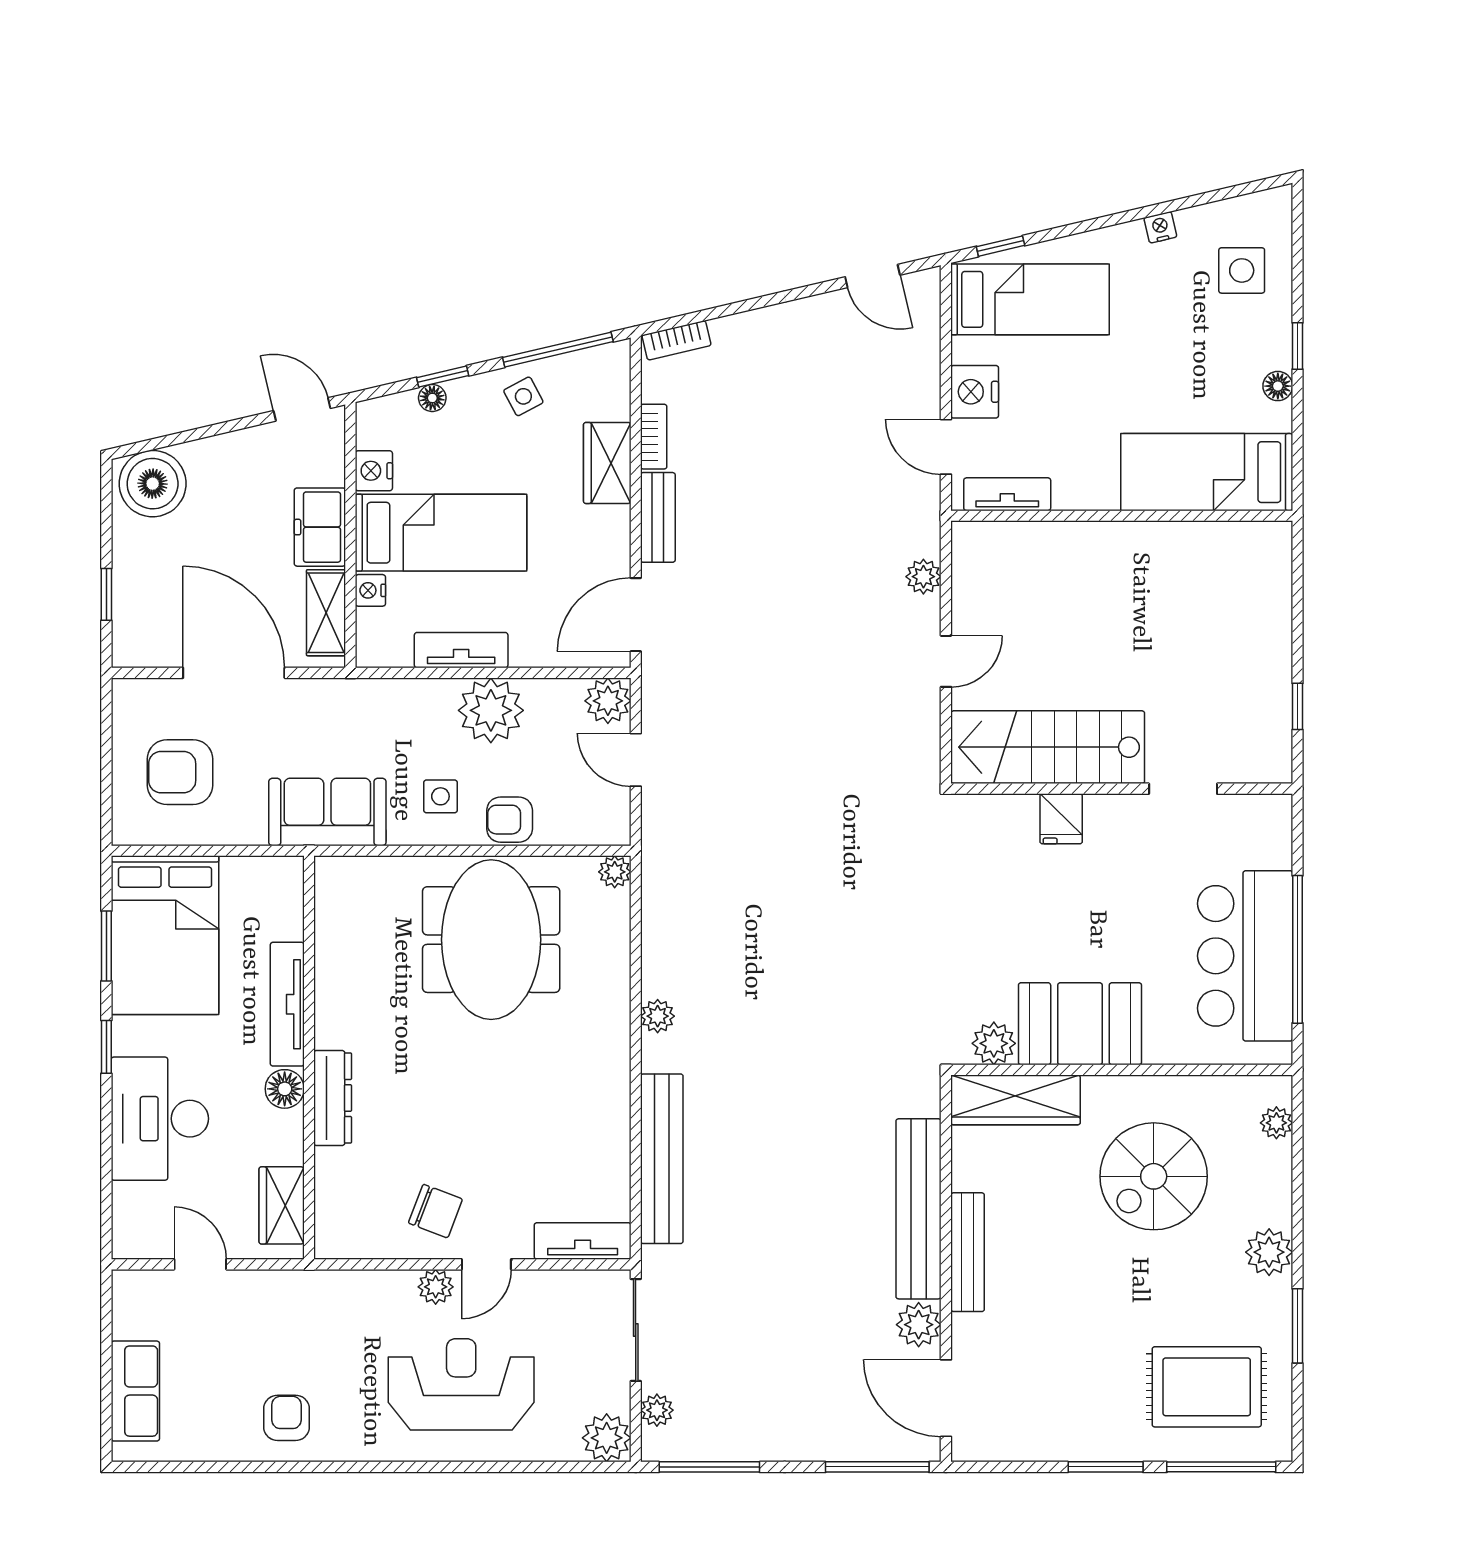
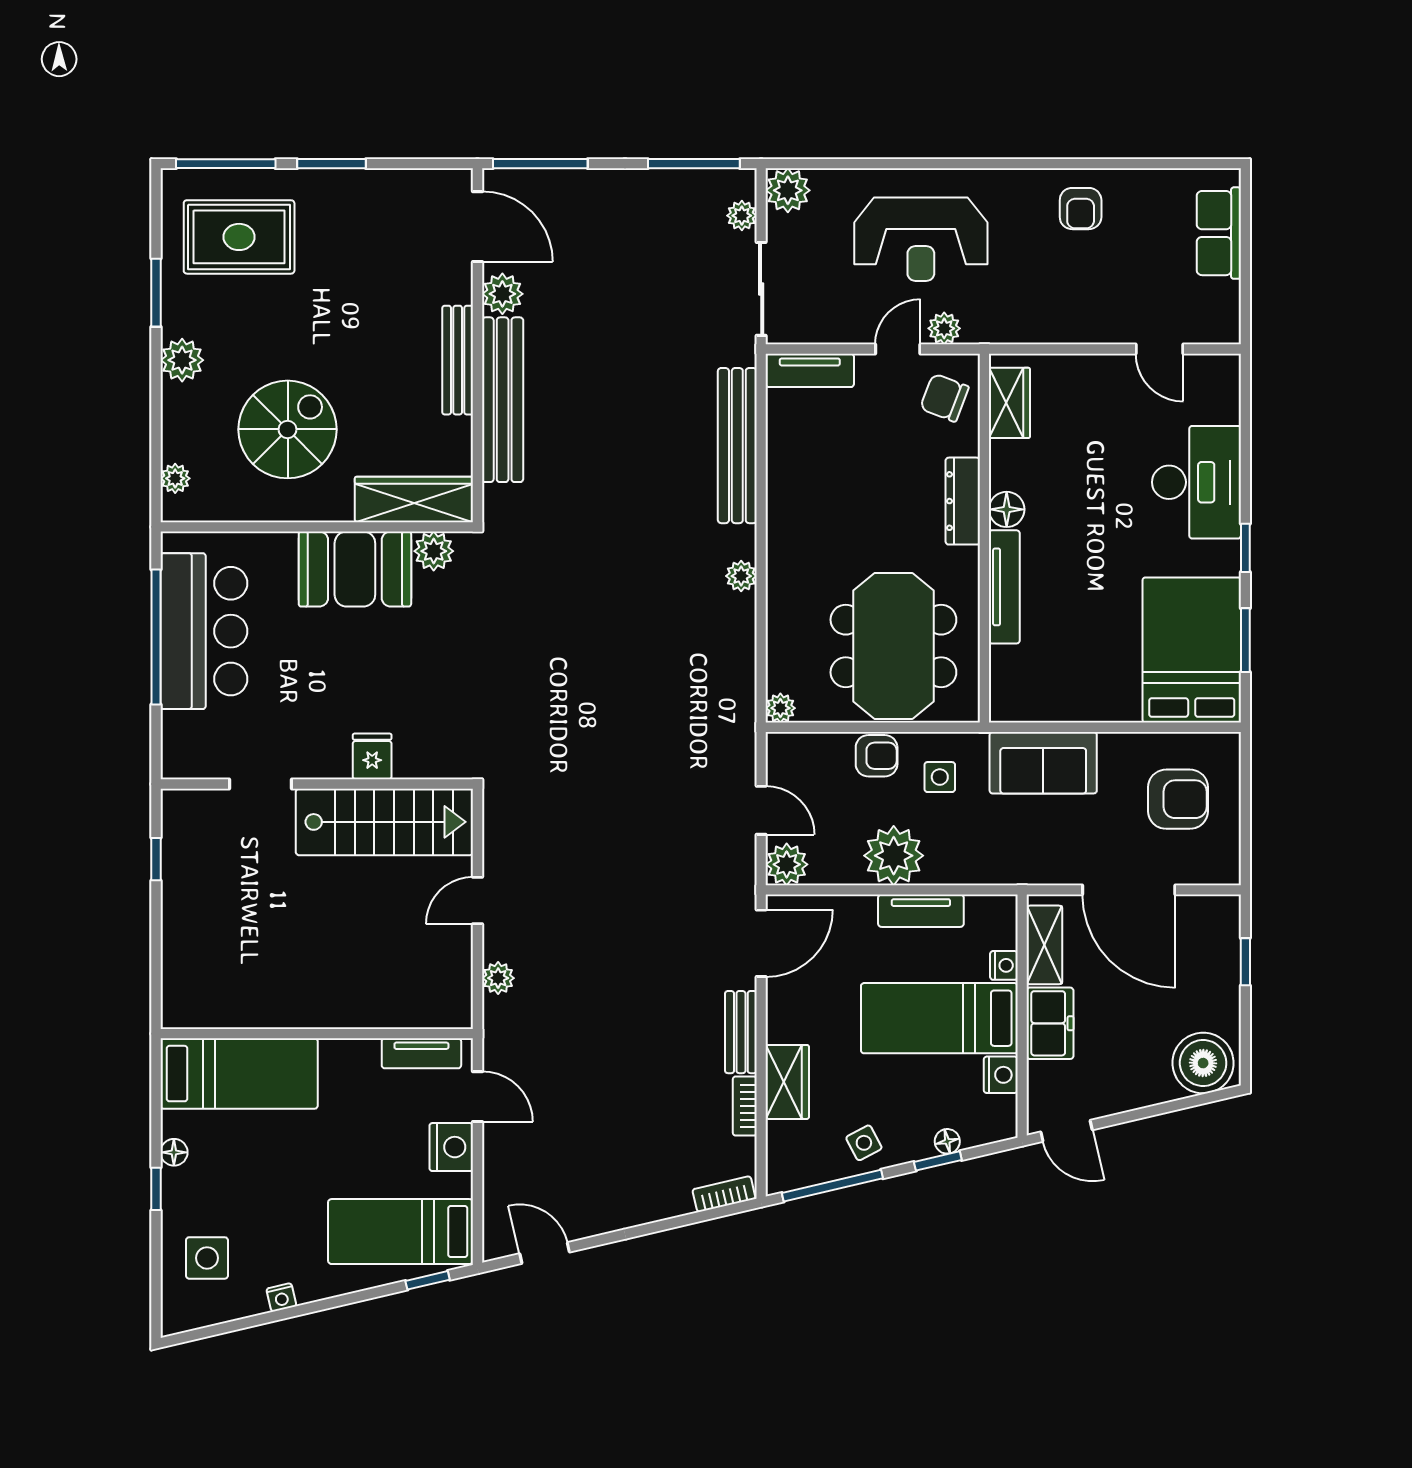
tv unit: (287, 1004) -> (1004, 587), moved
wall: (309, 1058) -> (984, 538), moved
floor lamp: (285, 1089) -> (1007, 509), moved
dresser: (333, 1098) -> (963, 501), moved
wardrobe: (282, 1205) -> (1009, 403), moved

